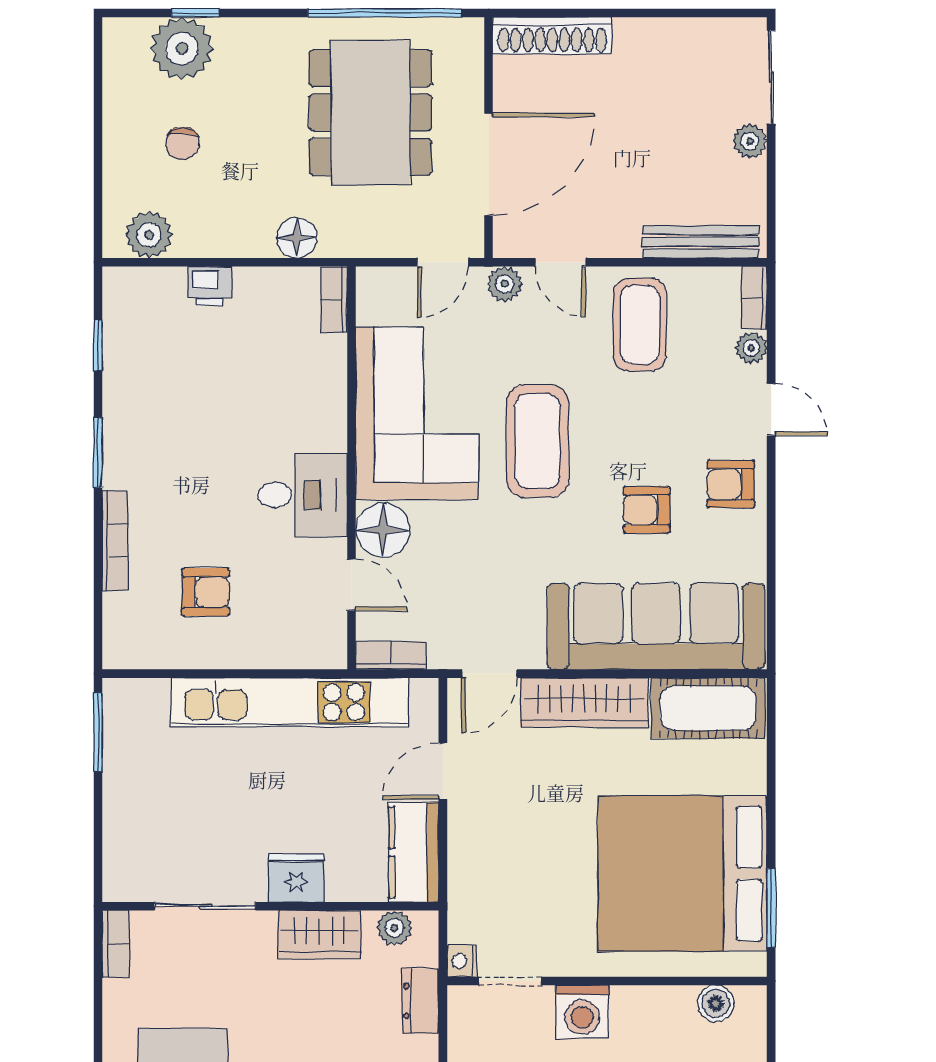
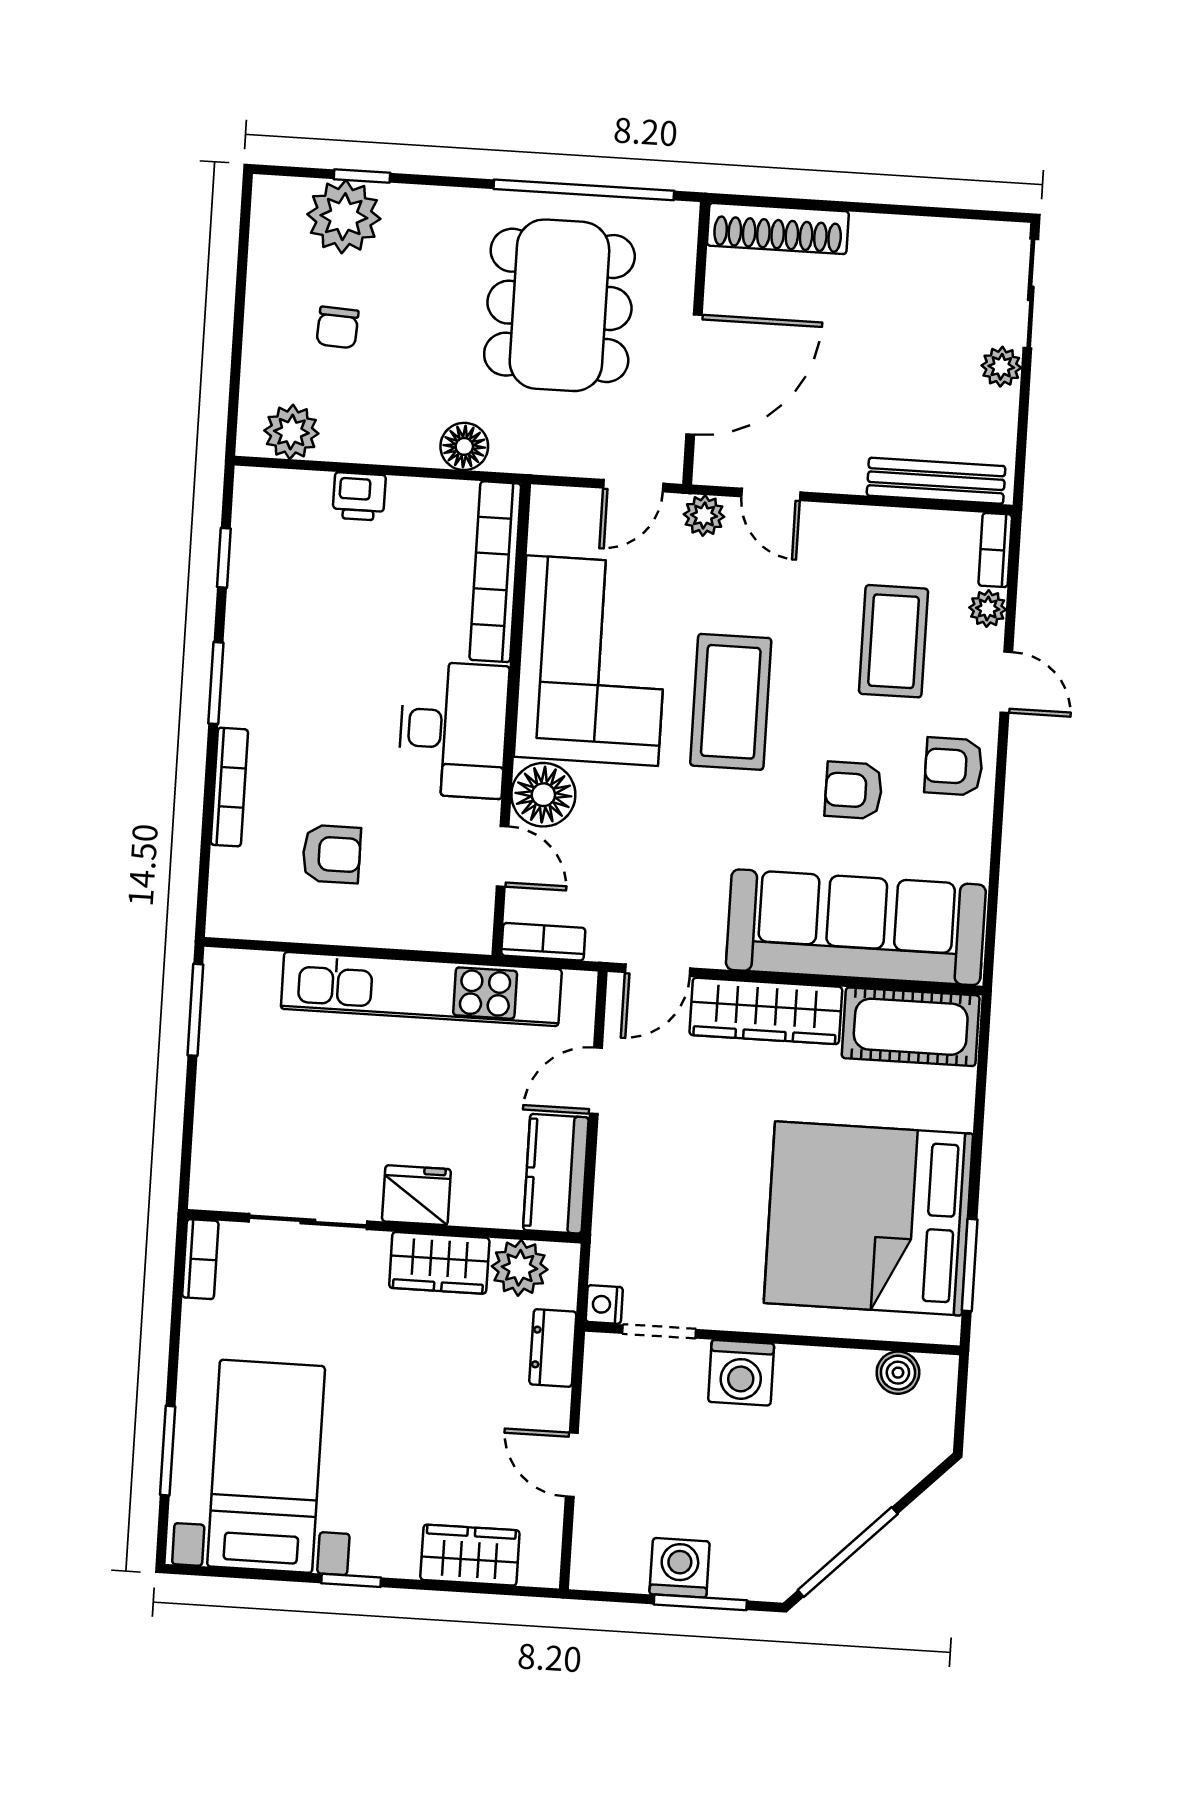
bookcase: (334, 299) -> (495, 572), width x2.31, depth x1.31
coffee table: (640, 324) -> (894, 641), moved
desk: (303, 495) -> (453, 730), width x1.37
plant: (394, 928) -> (520, 1268), width x1.38, depth x1.38

